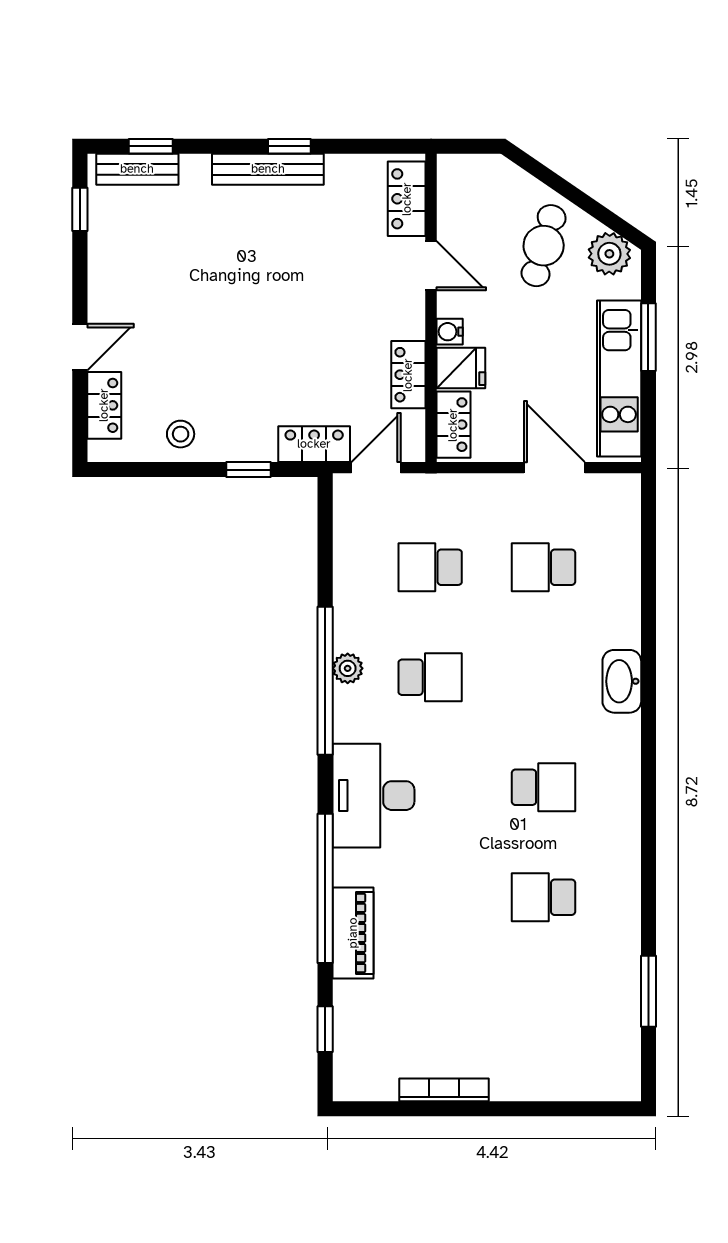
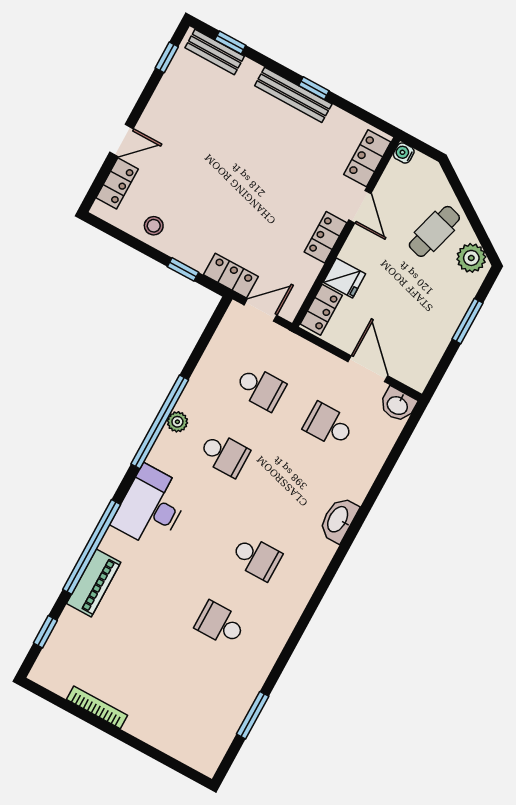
water cooler: (450, 332) -> (404, 153), moved
locker: (408, 375) -> (326, 237), moved
kitchen unit: (619, 379) -> (436, 336), removed
washbasin: (618, 493) -> (398, 405), added
school desk: (430, 567) -> (260, 388), turned 180

